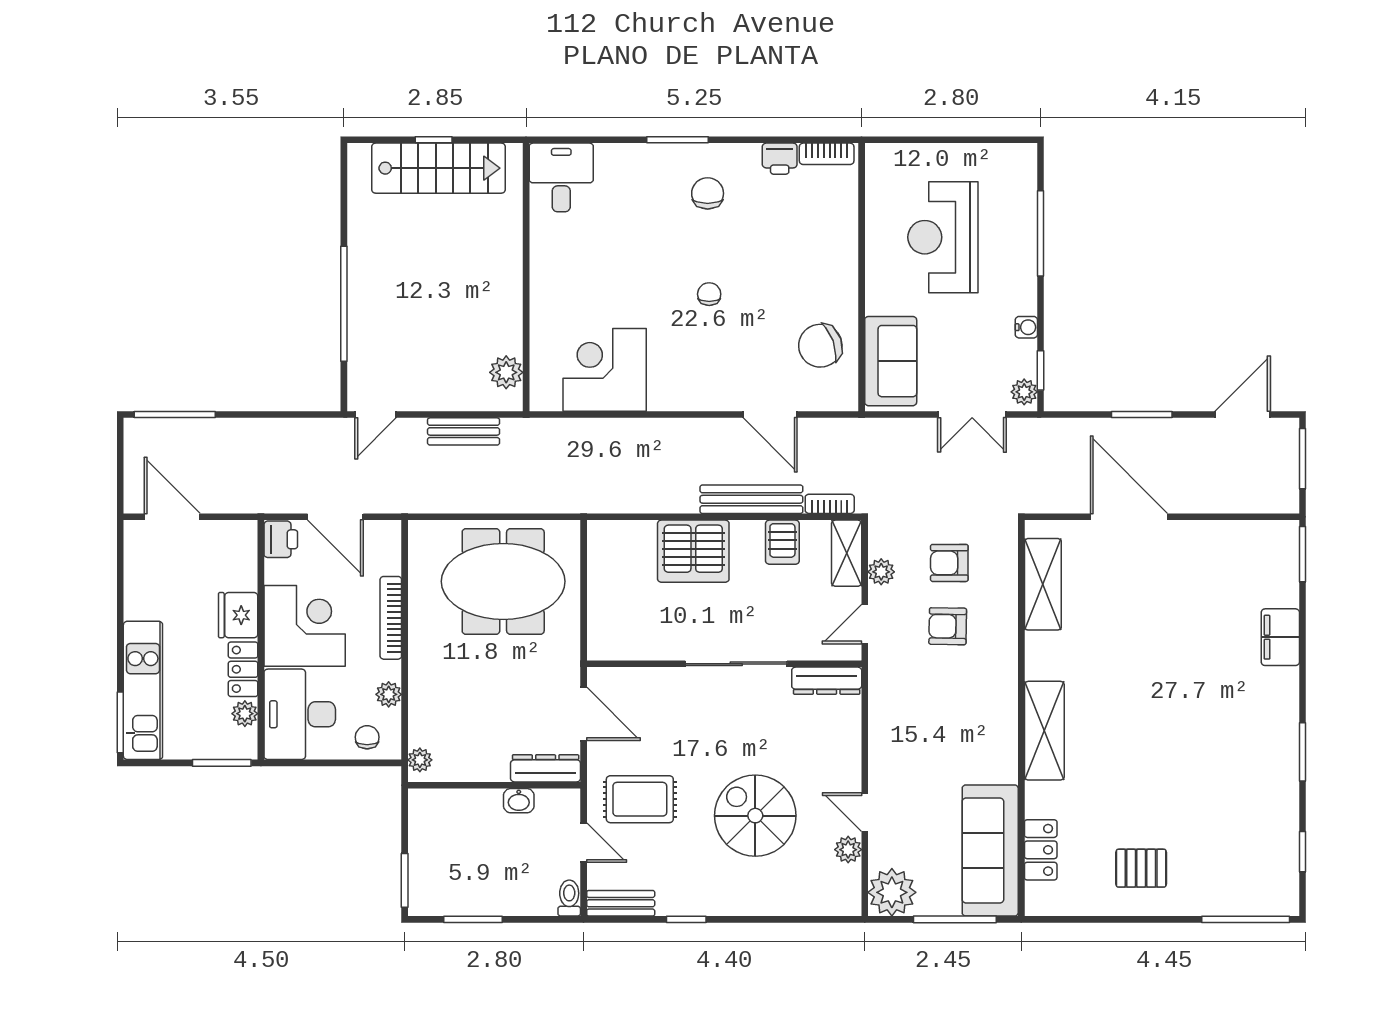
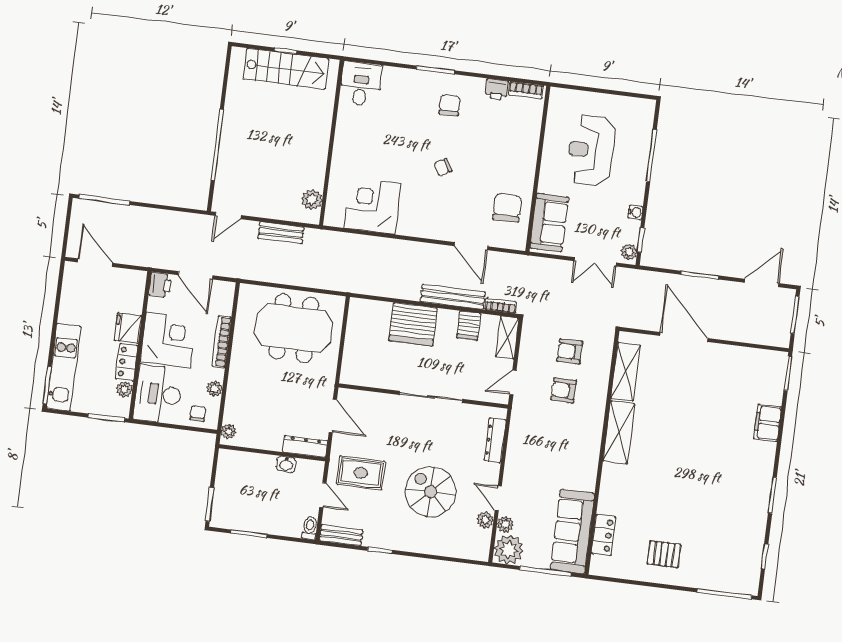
chair: (709, 294) -> (443, 167), turned -120
chair: (820, 346) -> (507, 208), turned 110
plant: (881, 572) -> (505, 524), moved
dresser: (827, 681) -> (495, 440), moved, turned 90
shelving: (1044, 731) -> (619, 432), moved

